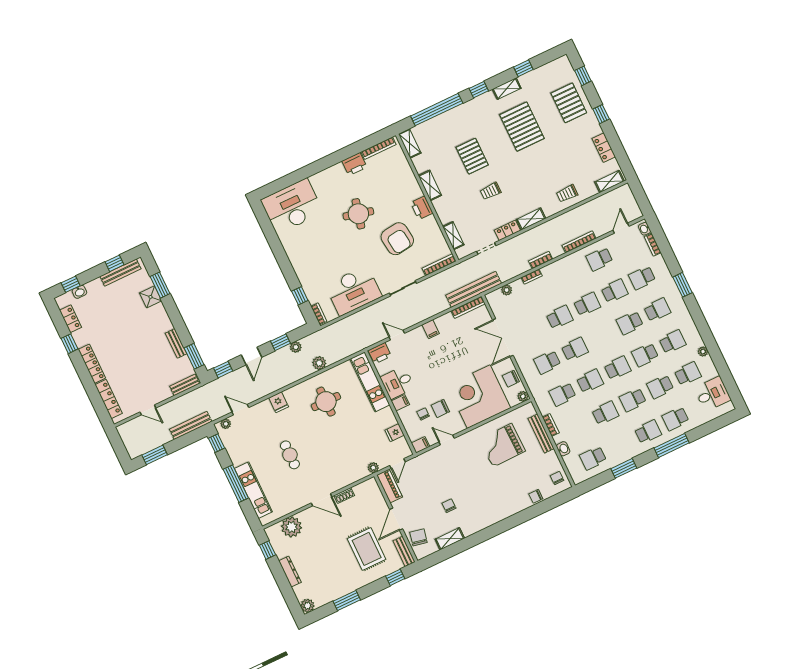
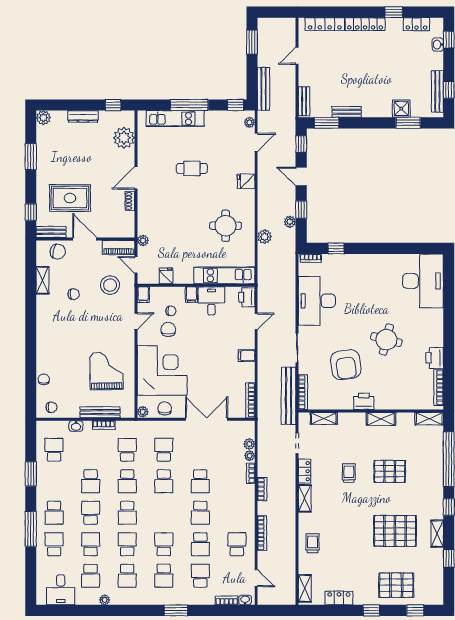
armchair: (397, 239) -> (346, 365), turned -91
plant: (517, 285) -> (250, 456), added
bench: (474, 289) -> (289, 396), moved
stool: (426, 478) -> (110, 285), added

